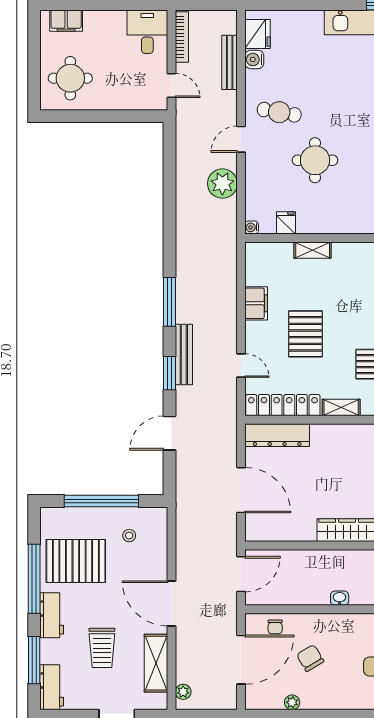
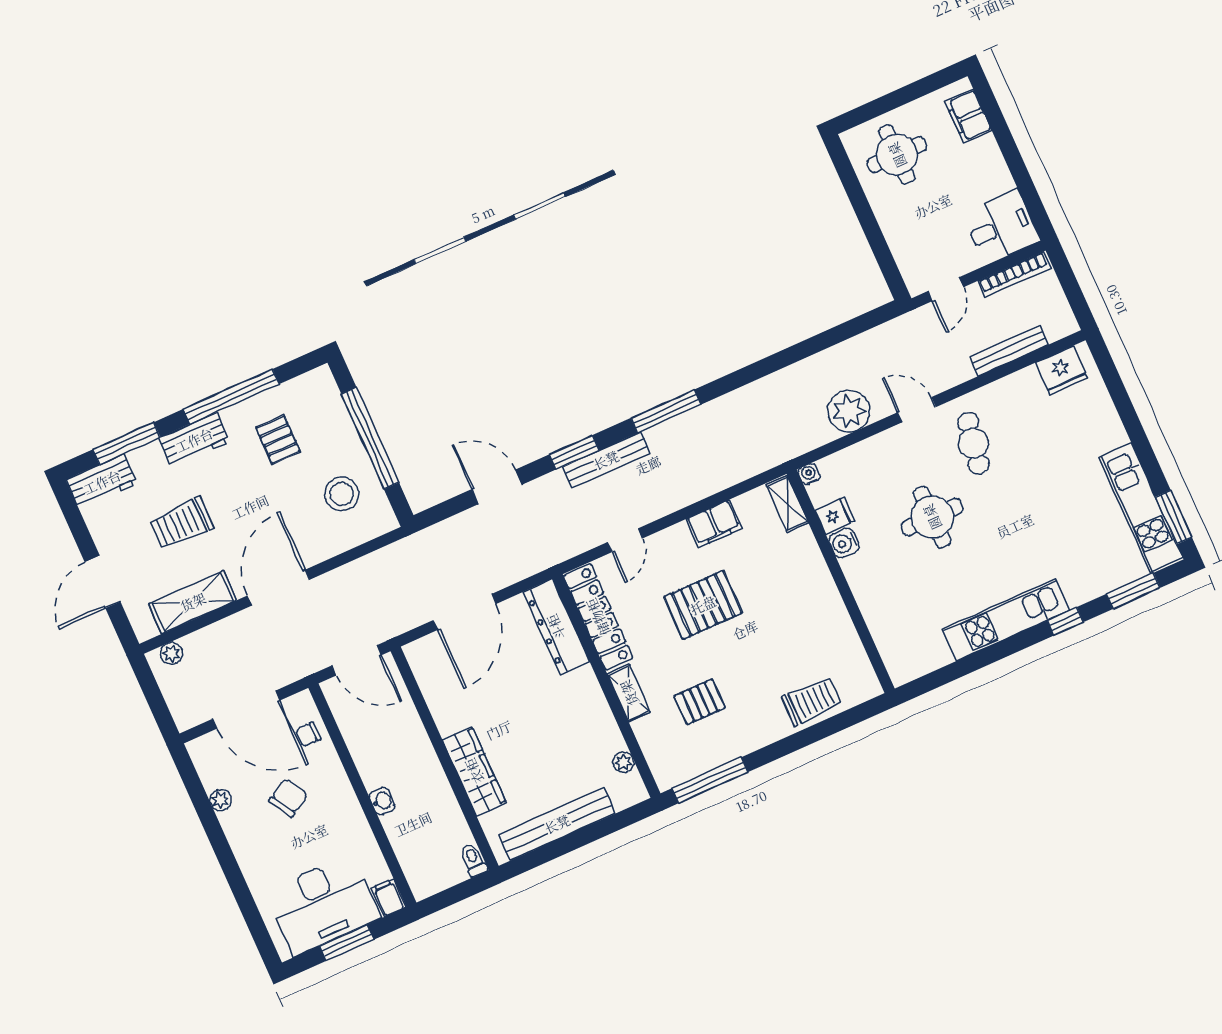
water cooler: (254, 59) -> (844, 543), moved, turned -90
shelving: (313, 250) -> (787, 504), moved
stool: (129, 536) -> (342, 494), width x1.89, depth x1.89
pallet: (76, 561) -> (278, 440), width x0.49, depth x0.50

